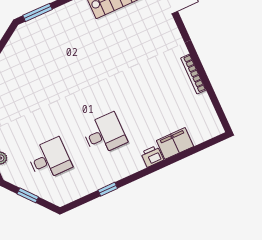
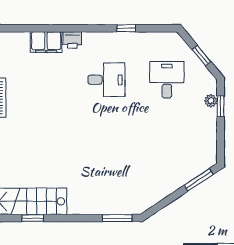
desk: (104, 134) -> (106, 80), turned 180
desk: (49, 159) -> (167, 80), turned 90

